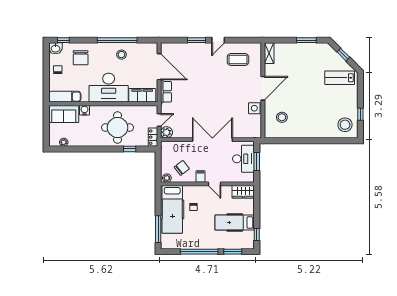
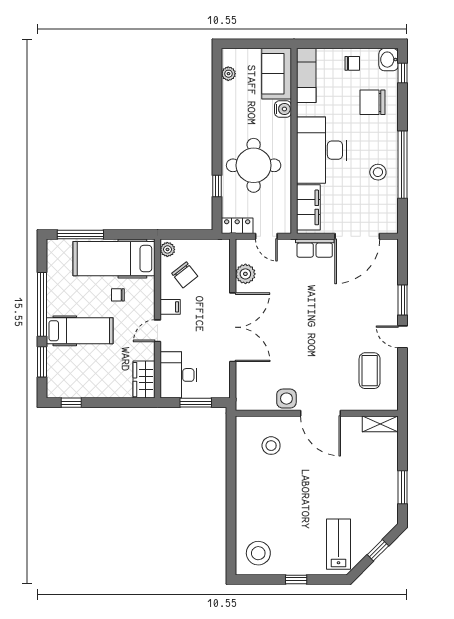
window: (360, 114) -> (296, 579), moved
plant: (167, 132) -> (245, 274), moved
desk: (243, 159) -> (178, 375), moved, turned 90
hospital bed: (235, 223) -> (80, 331), moved, turned 90

